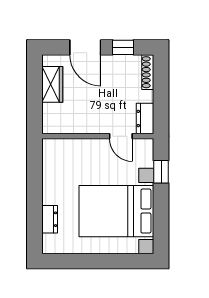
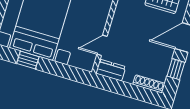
window: (161, 172) -> (28, 60), moved

